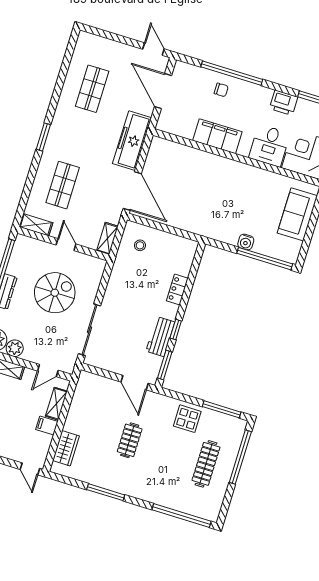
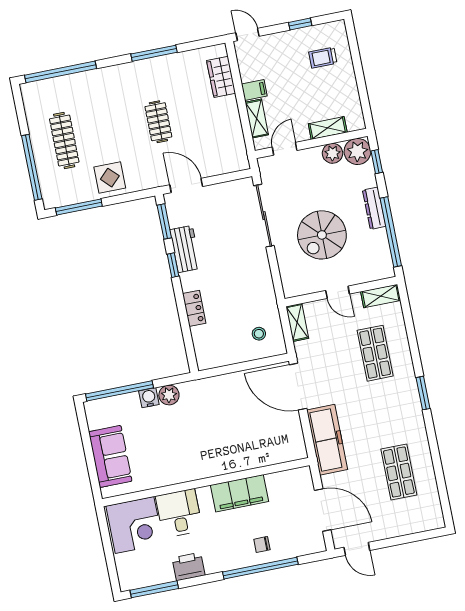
plant: (230, 236) -> (169, 395), added

